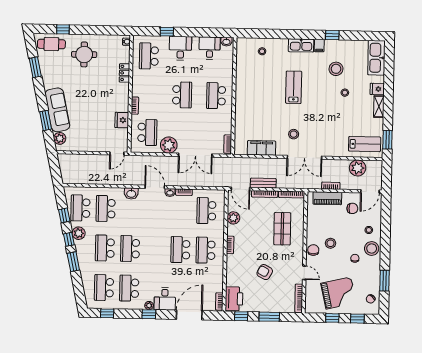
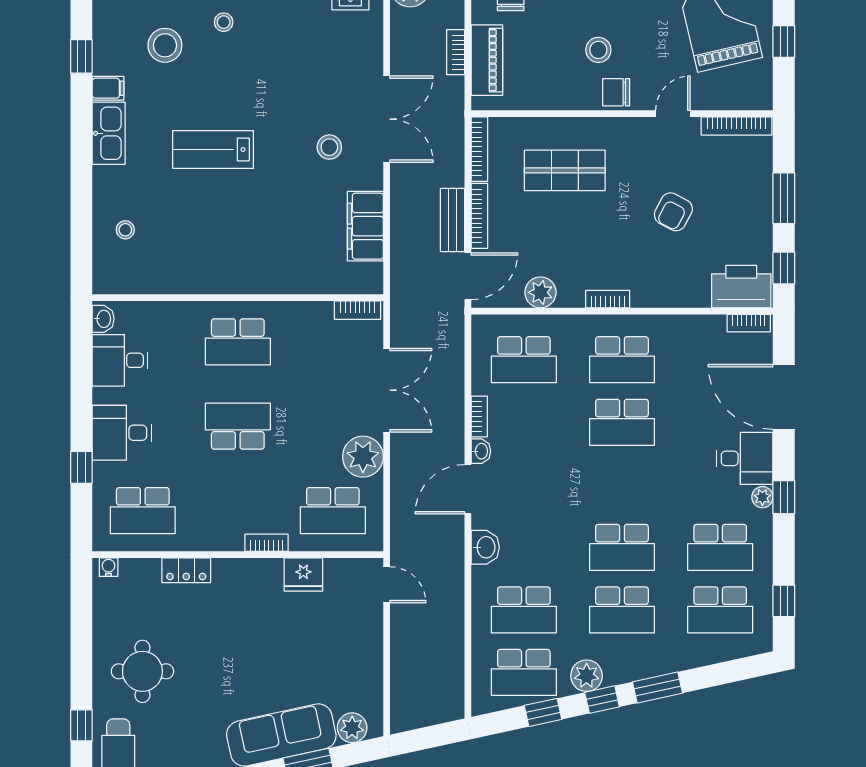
school desk: (147, 132) -> (333, 511), turned 180

